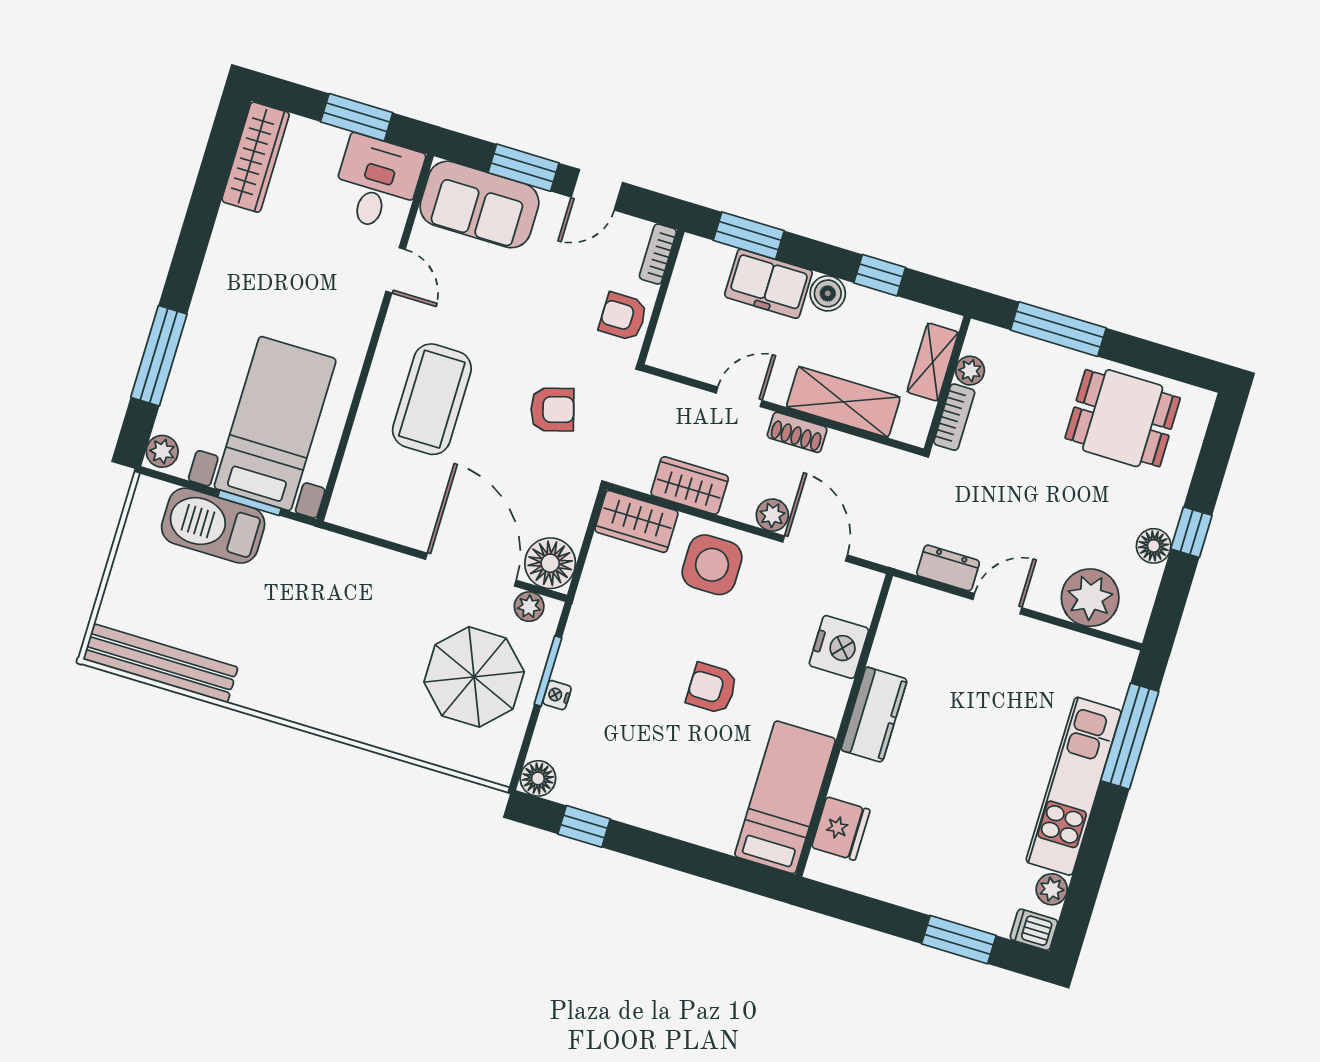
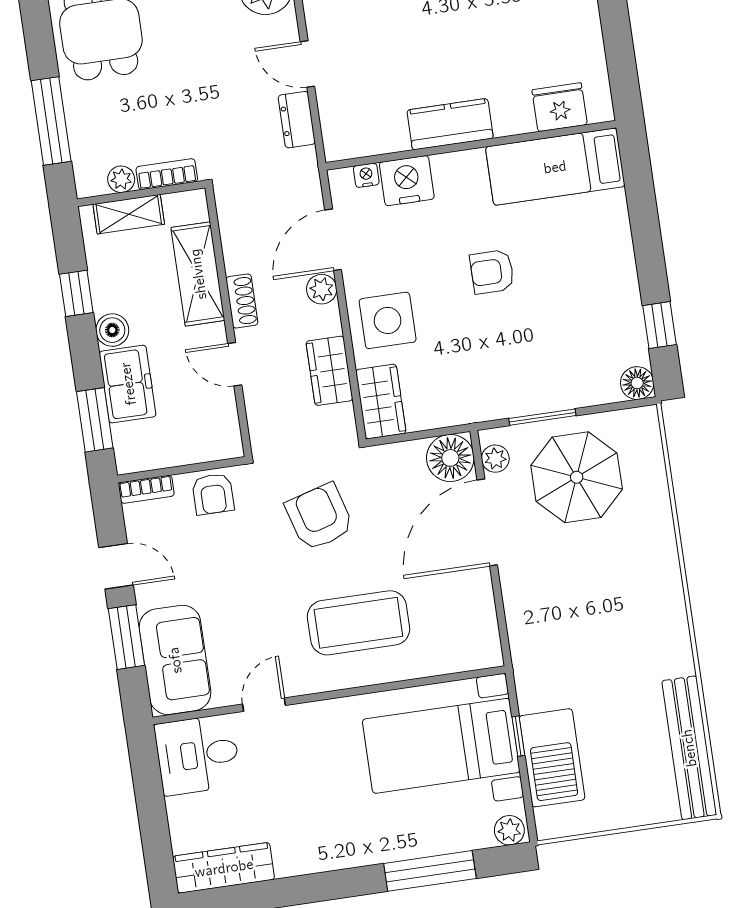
window: (357, 117) -> (150, 798), removed
armchair: (552, 409) -> (319, 517), width x1.38, depth x1.38
window: (249, 503) -> (518, 736), width x0.67
armchair: (712, 688) -> (492, 272), turned 90
nightstand: (557, 695) -> (366, 175), moved, turned 180

